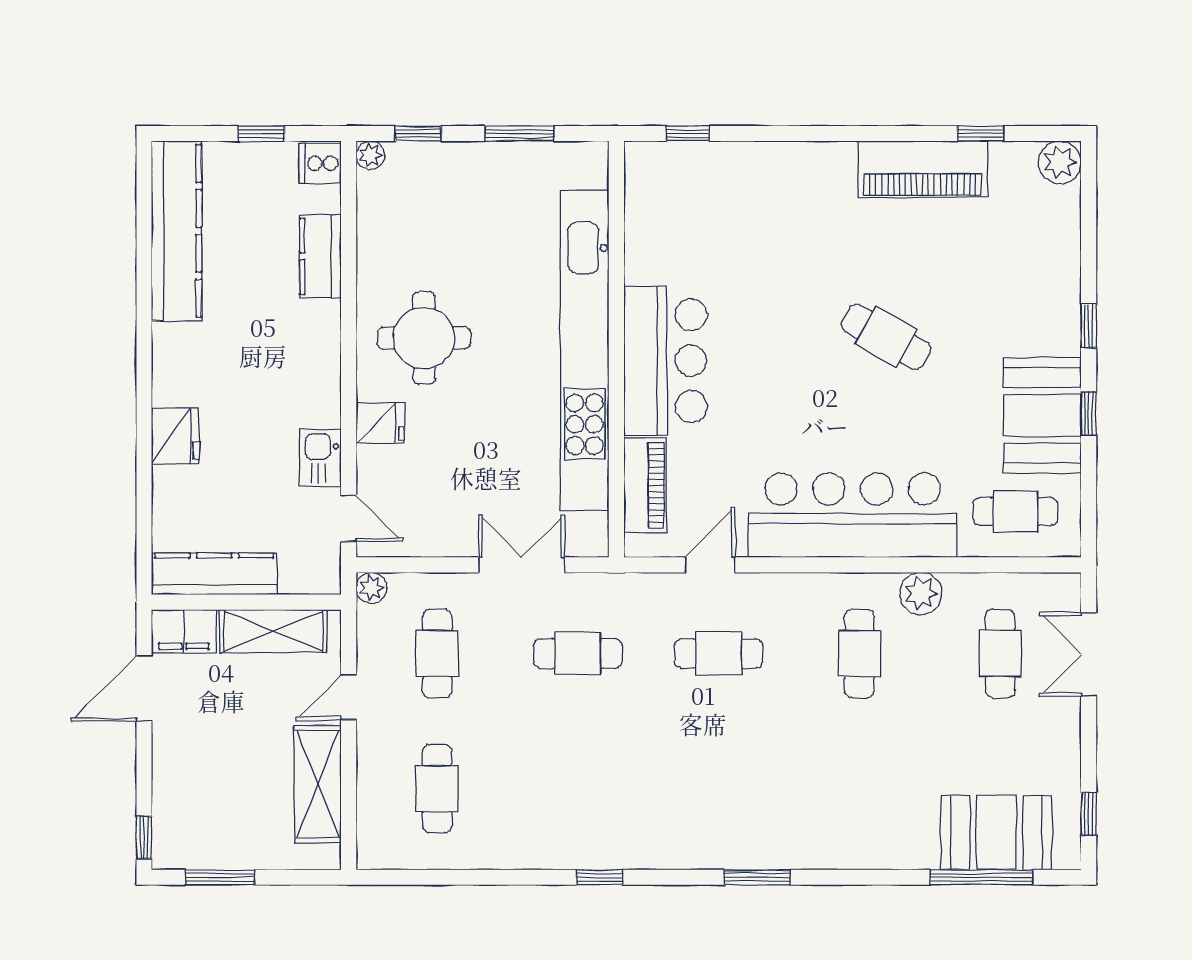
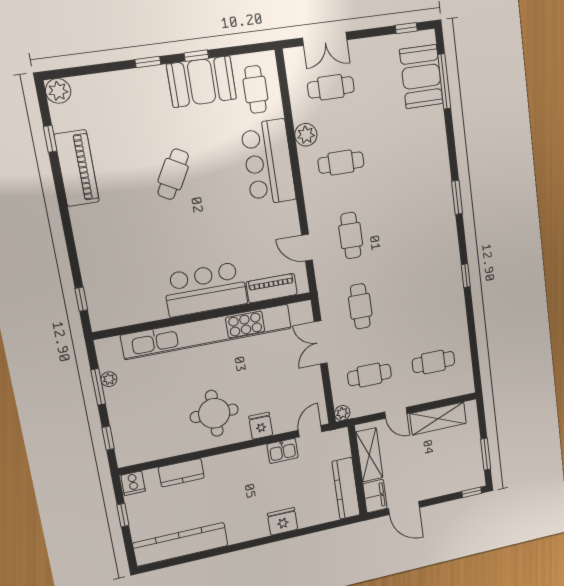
plant: (370, 155) -> (109, 379), moved
bar counter: (853, 515) -> (268, 163), width x0.73

